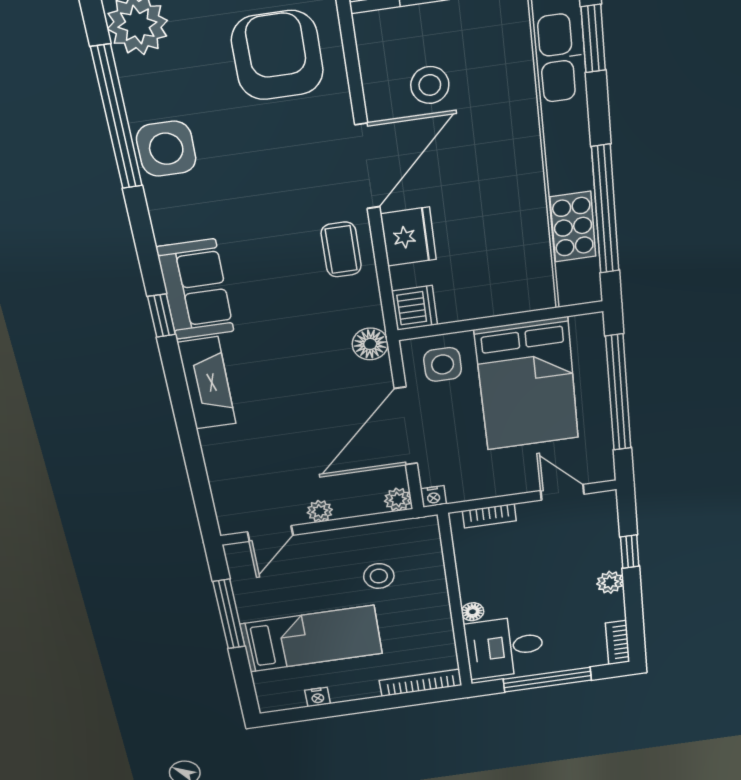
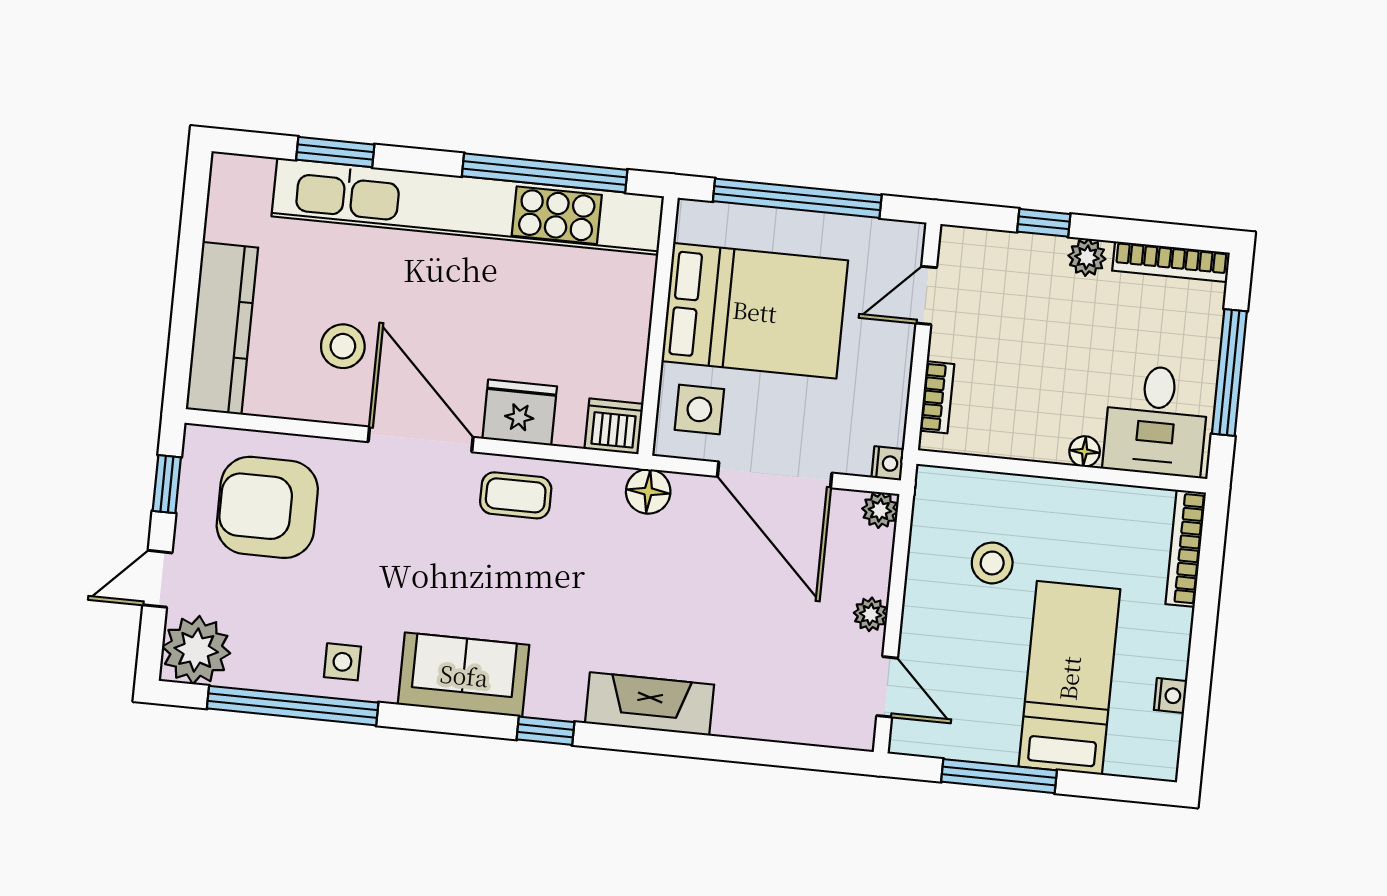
side table: (166, 149) -> (342, 662), width x0.54, depth x0.54
sofa: (195, 290) -> (464, 675), moved
bookcase: (618, 643) -> (1171, 262), width x1.56

